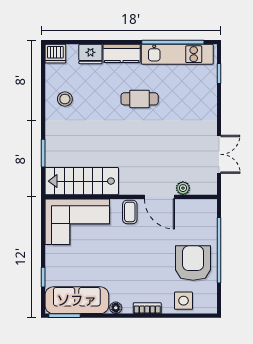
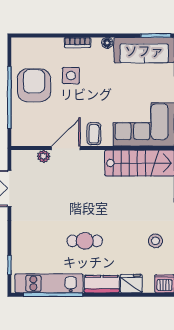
door: (159, 197) -> (66, 148), hinge flipped
armchair: (193, 263) -> (34, 85), turned 180
side table: (184, 301) -> (71, 75), moved

